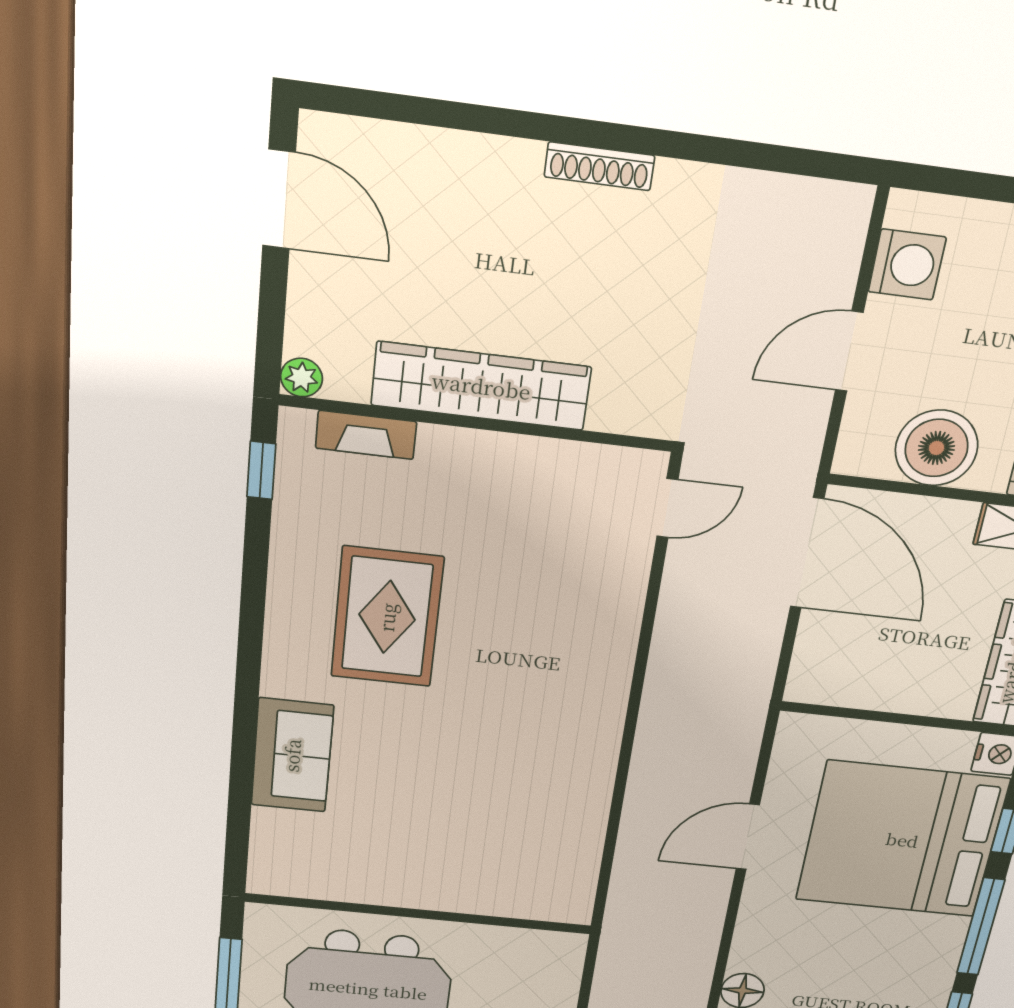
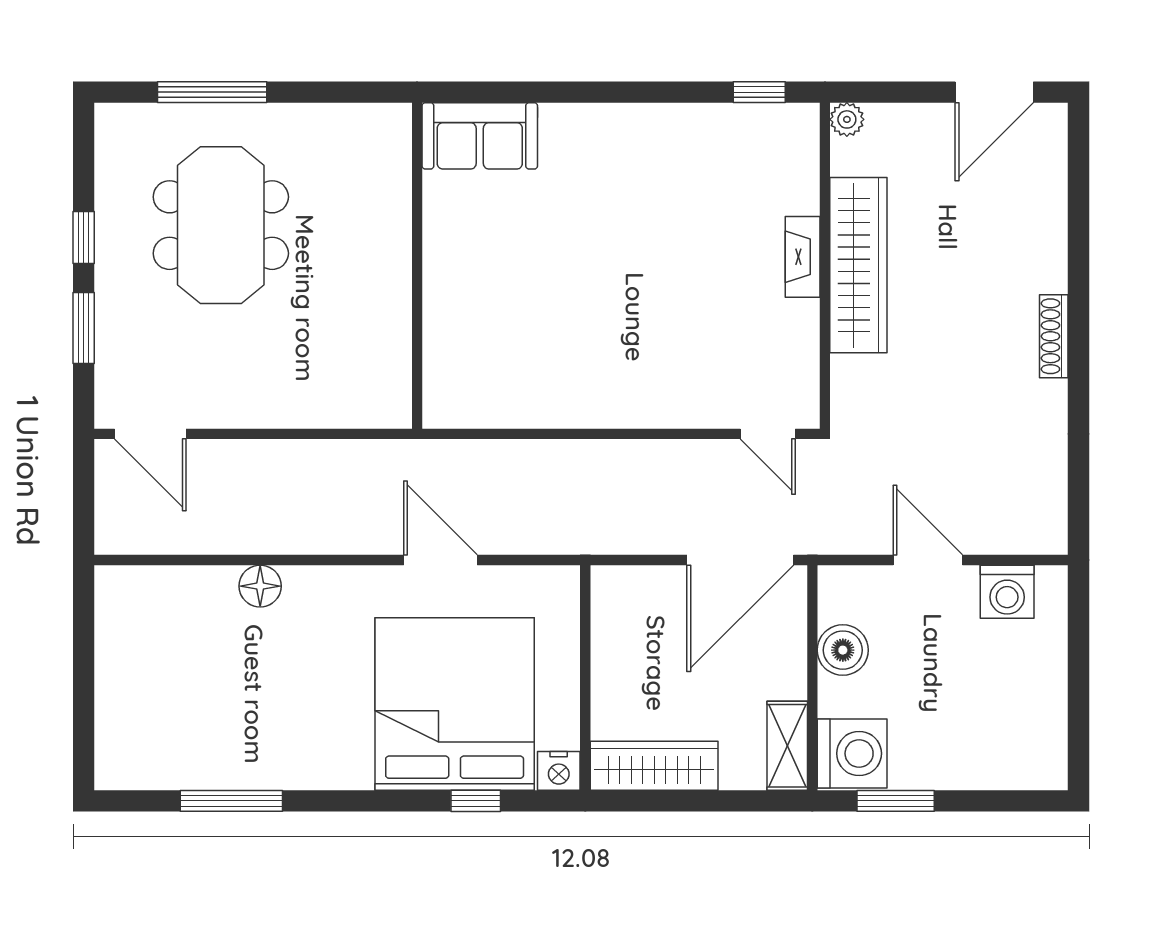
fireplace: (366, 435) -> (803, 257), moved
boiler: (937, 448) -> (843, 650), width x0.73, depth x0.73
rug: (387, 617) -> (633, 208), removed
wall: (419, 914) -> (417, 266), moved
window: (981, 927) -> (363, 801), removed

